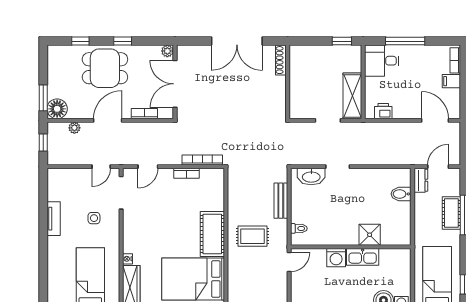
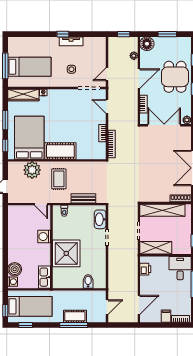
shelving: (298, 86) -> (162, 210), added
window: (43, 98) -> (167, 34), moved
door: (108, 120) -> (139, 79), hinge flipped
door: (101, 167) -> (107, 74), hinge flipped
door: (438, 167) -> (107, 307), hinge flipped
dresser: (421, 180) -> (98, 295), removed
window: (43, 231) -> (63, 34), added
shower: (370, 235) -> (66, 253), width x1.86, depth x1.86
kitchen sink: (363, 257) -> (45, 277), moved
plant: (240, 275) -> (32, 170), added

